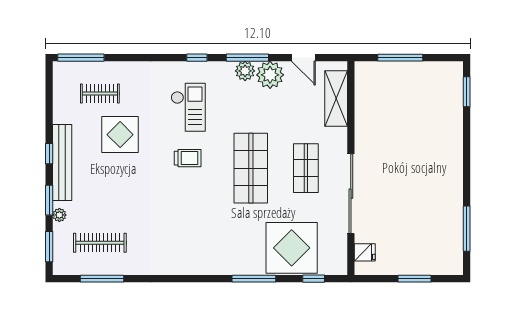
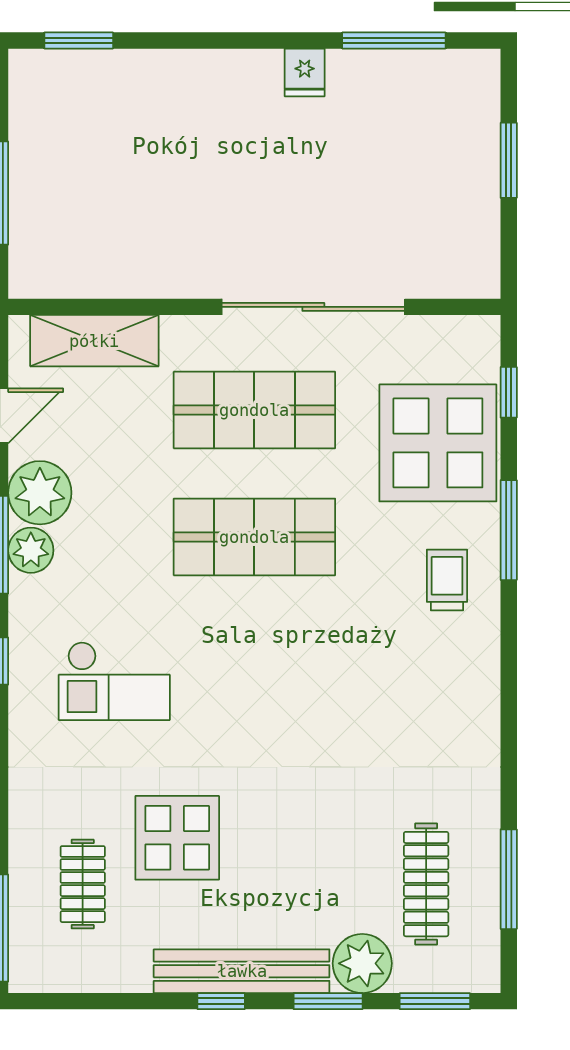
checkout: (188, 107) -> (114, 681), turned 180
trolley: (188, 158) -> (447, 580), moved
shop shelf: (306, 168) -> (254, 410), width x1.43, depth x1.36
plant: (59, 215) -> (362, 963), width x1.87, depth x1.87
fridge: (365, 252) -> (305, 72), moved, turned 180

